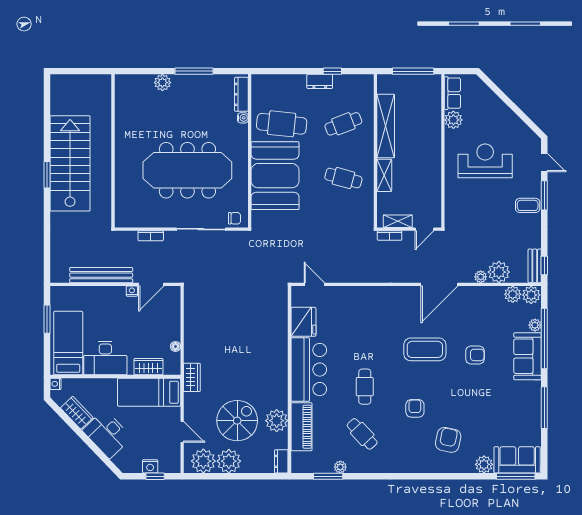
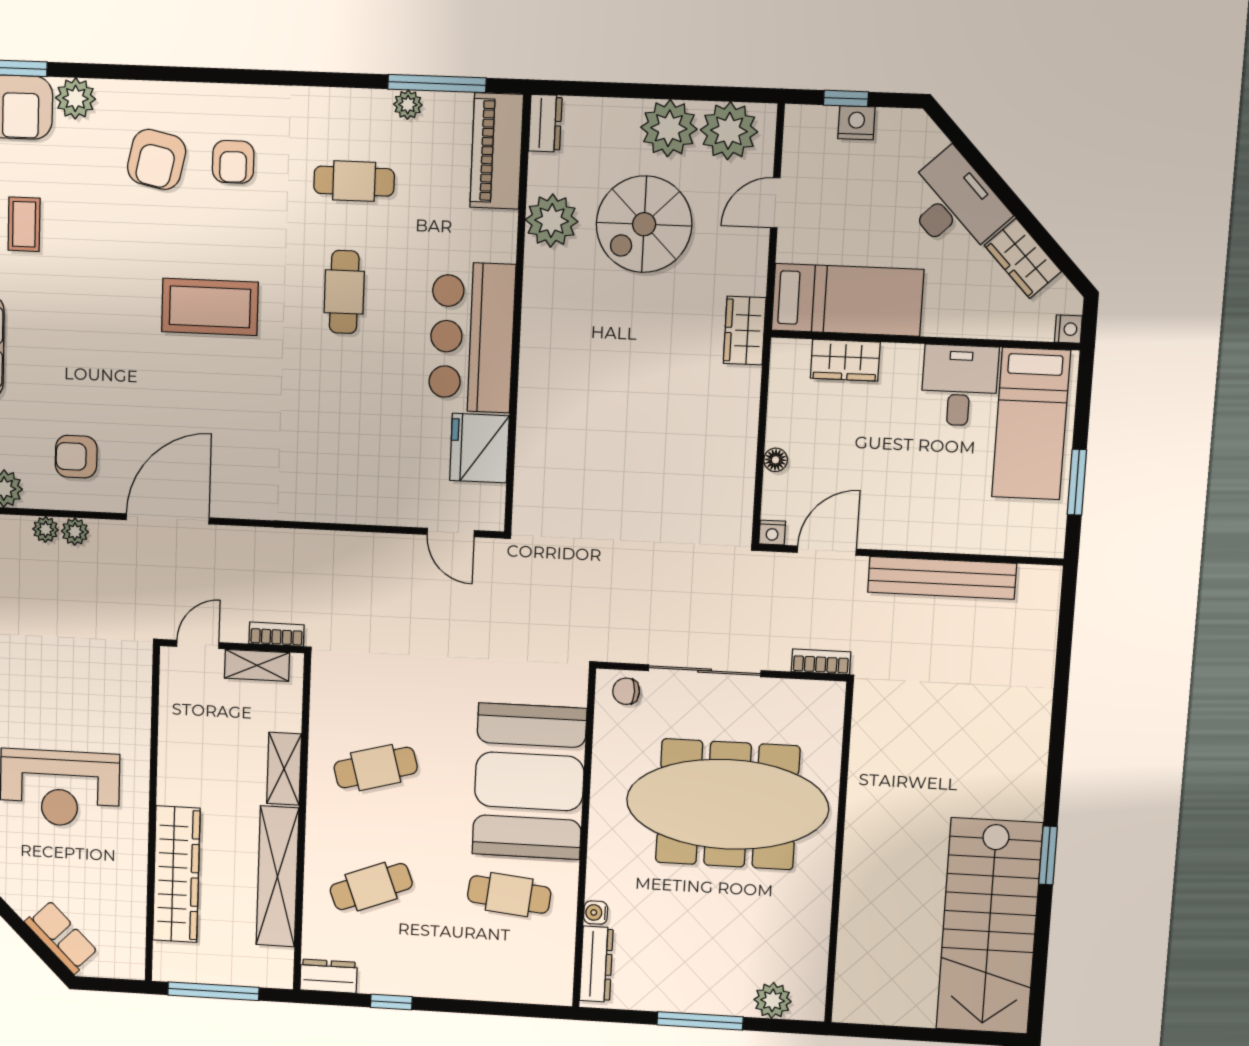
dresser: (320, 81) -> (329, 976), moved
row of seats: (452, 93) -> (61, 937), moved, turned 135
plant: (453, 120) -> (128, 881), removed
cafe table: (282, 124) -> (509, 895), width x0.73, depth x0.74
wardrobe: (431, 124) -> (176, 874), added
wall: (113, 151) -> (839, 853), moved
stairs: (70, 163) -> (989, 926), moved
window: (47, 175) -> (1048, 855), moved
cafe table: (343, 178) -> (376, 768), turned -30
plant: (499, 272) -> (46, 529), width x0.53, depth x0.53
nightstand: (132, 291) -> (772, 533), moved
floor lamp: (175, 346) -> (776, 460), moved
coffee table: (425, 349) -> (210, 307), moved
armchair: (475, 355) -> (76, 457), moved
desk: (105, 358) -> (959, 385), width x0.73
armchair: (415, 408) -> (233, 162), moved
coffee table: (506, 410) -> (24, 224), added
piano: (301, 427) -> (497, 151), moved
door: (182, 432) -> (775, 203), hinge flipped
cafe table: (362, 434) -> (354, 181), turned -47
window: (328, 476) -> (437, 83), width x1.44

